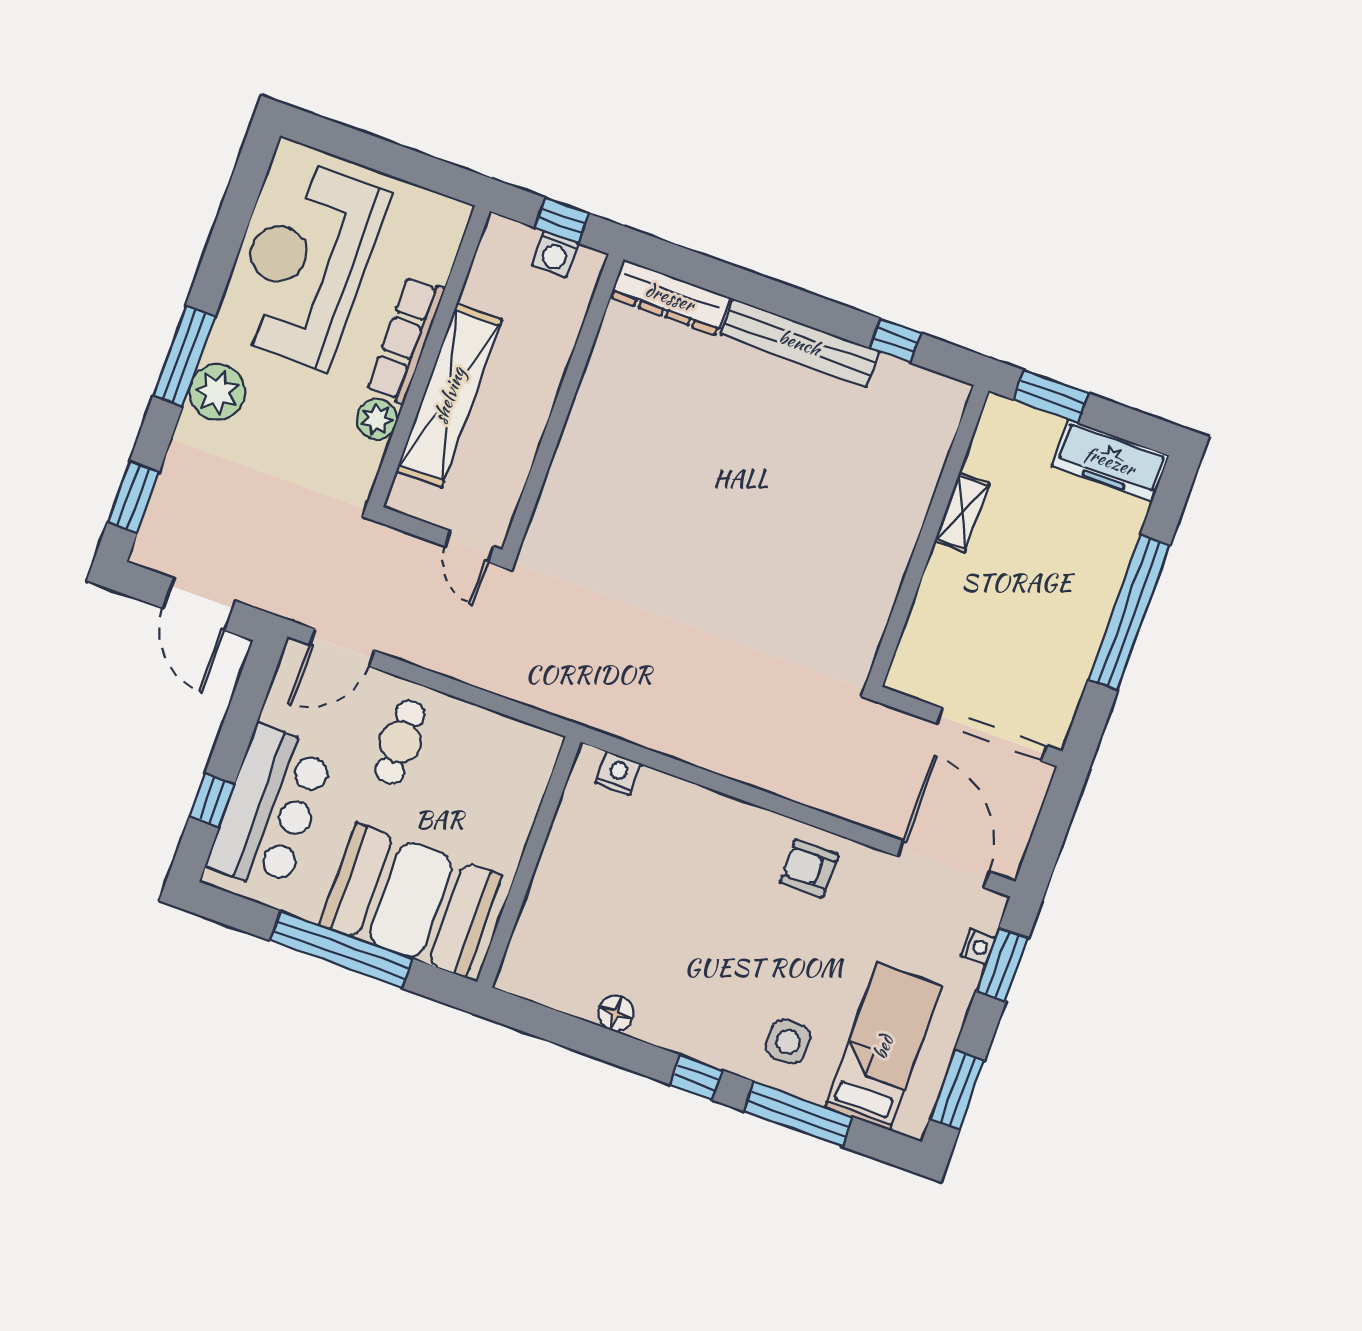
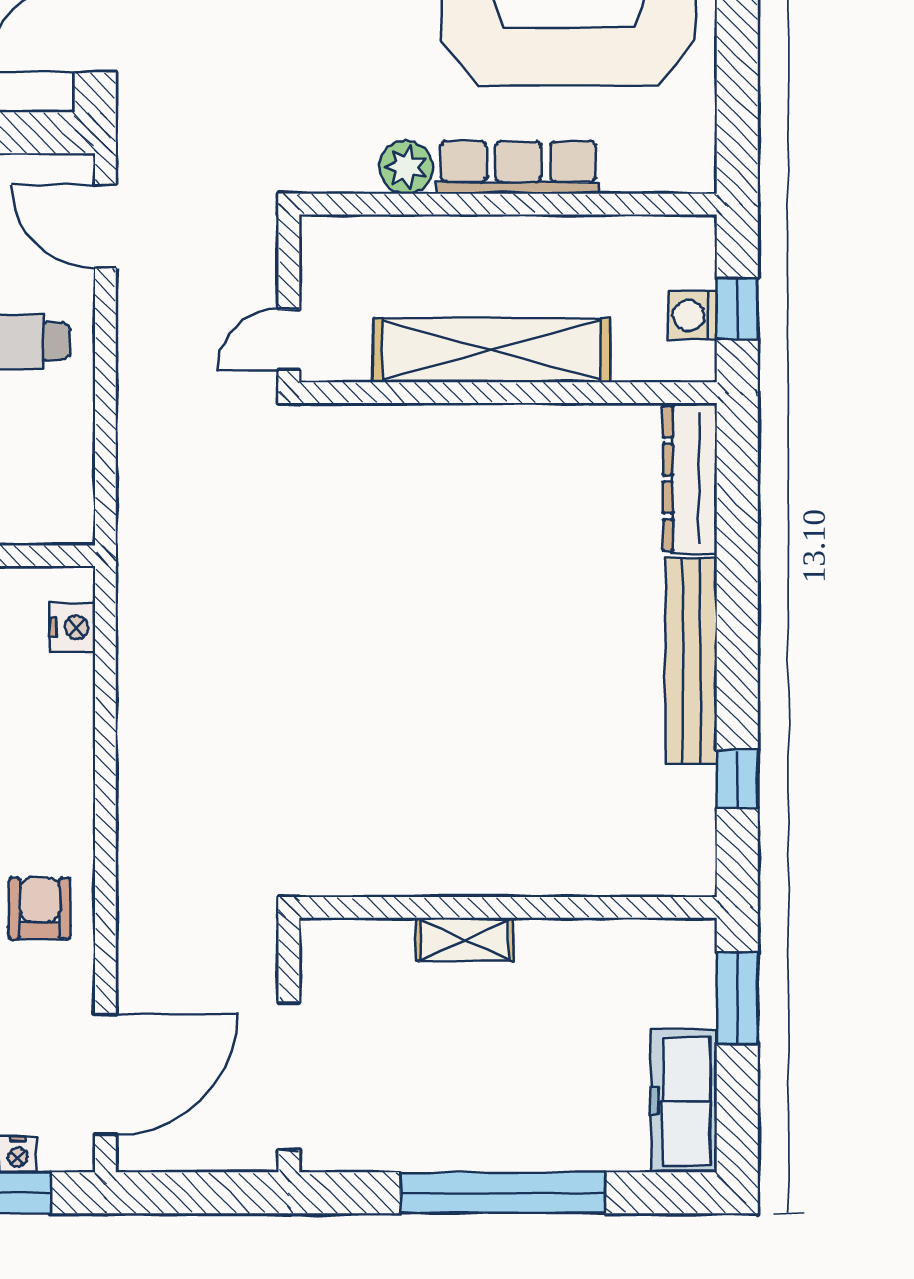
shelving: (449, 395) -> (491, 350), moved
shelving: (962, 512) -> (465, 939), moved

